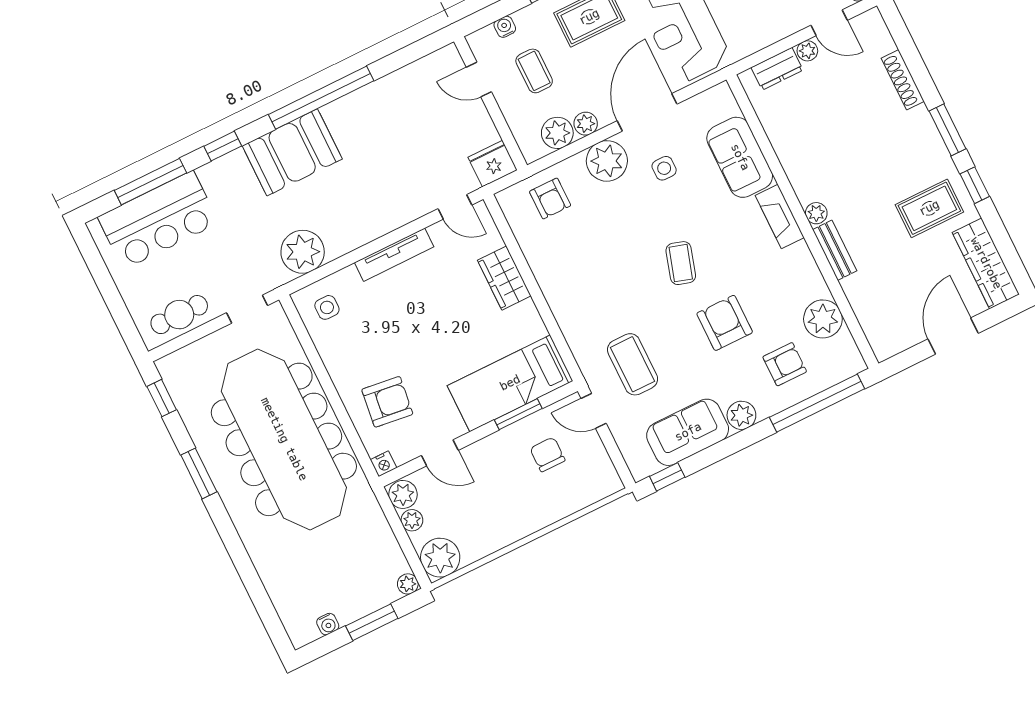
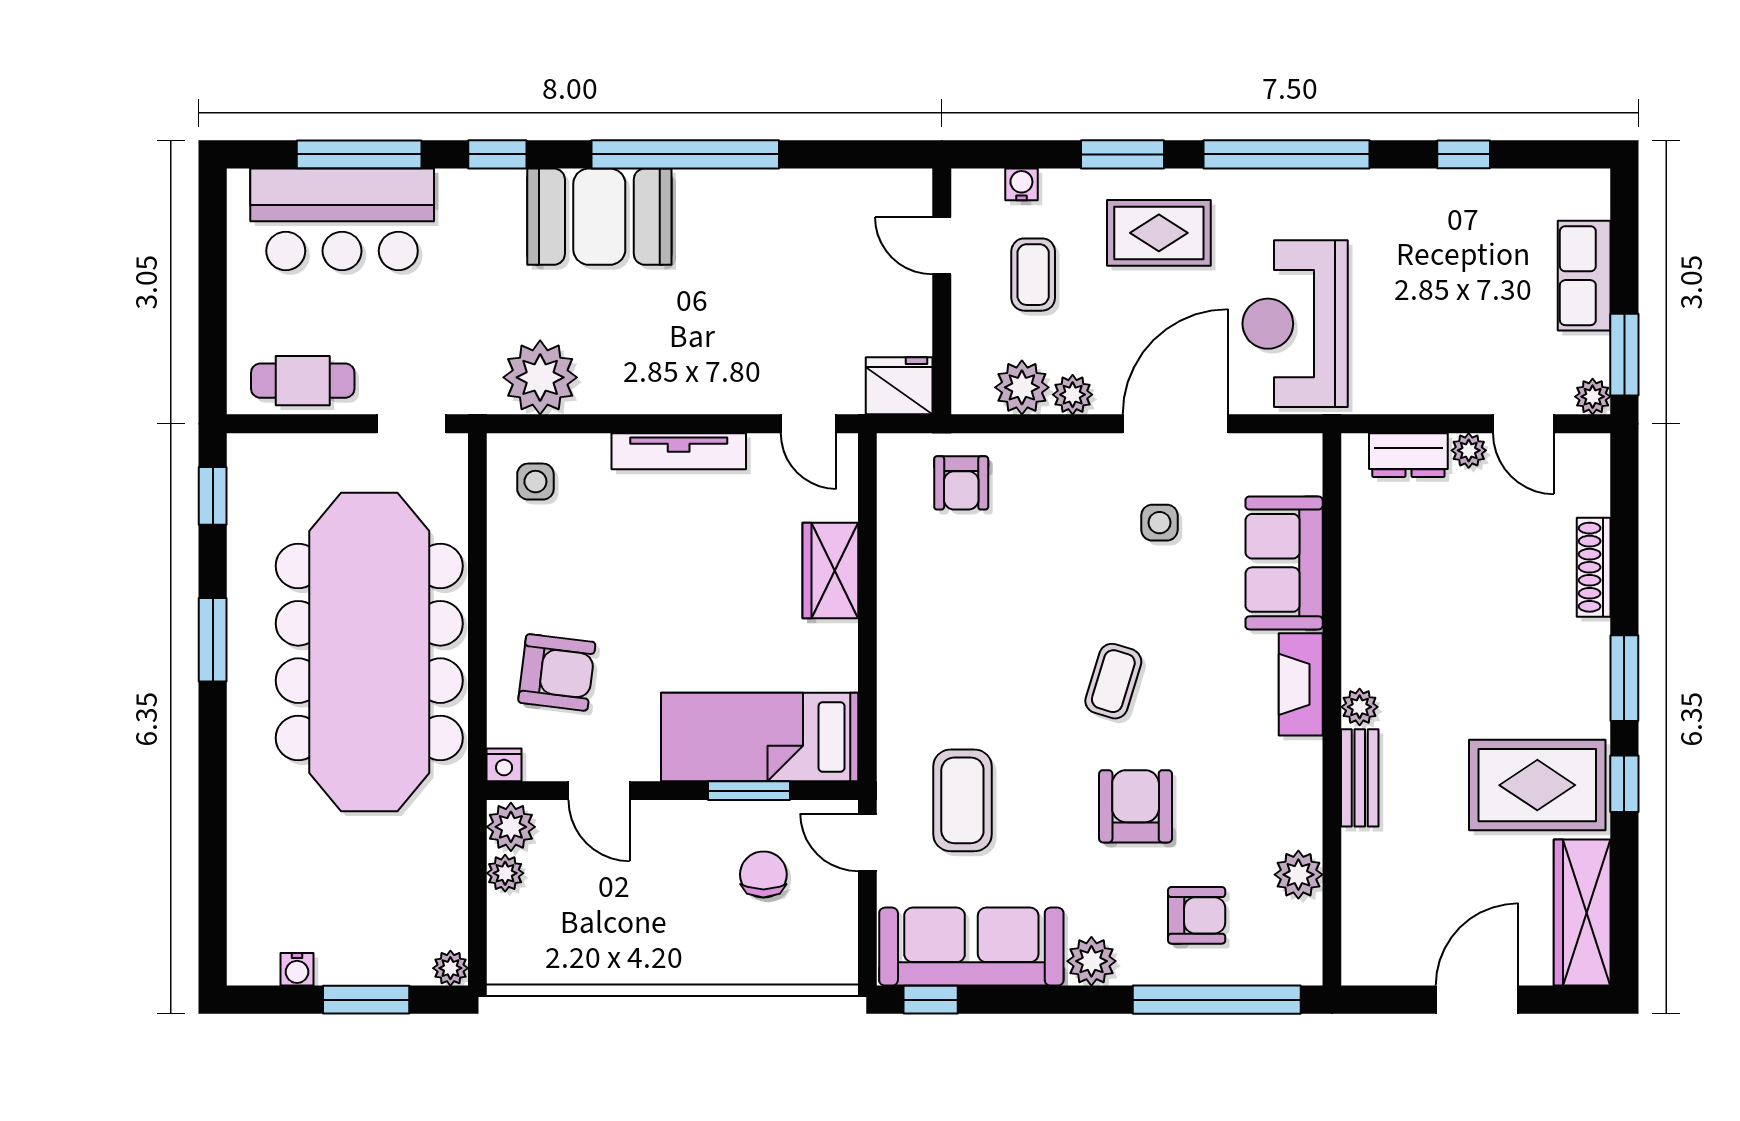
plant: (607, 161) -> (1077, 468), removed
rug: (929, 208) -> (1537, 785), width x1.36, depth x1.43
plant: (823, 319) -> (1298, 875), width x0.73, depth x0.73
sofa: (688, 432) -> (971, 947), width x1.36
plant: (440, 558) -> (520, 952), removed

